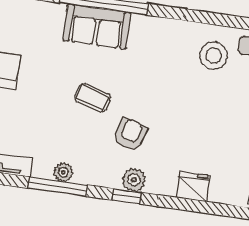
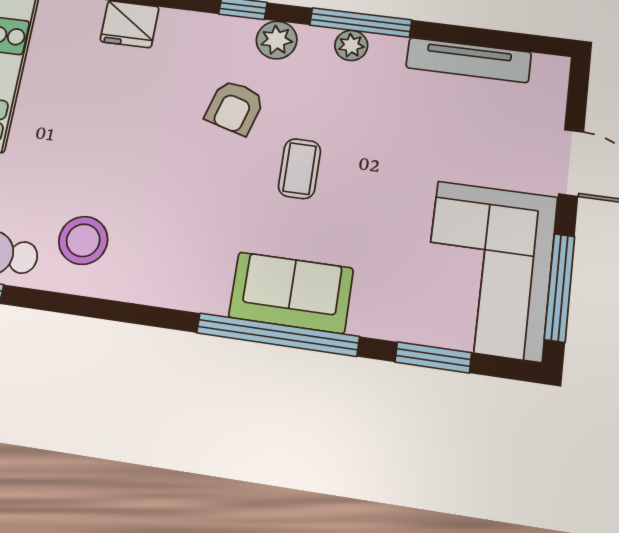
coffee table: (93, 98) -> (300, 169), turned 73
plant: (134, 180) -> (277, 40), moved

